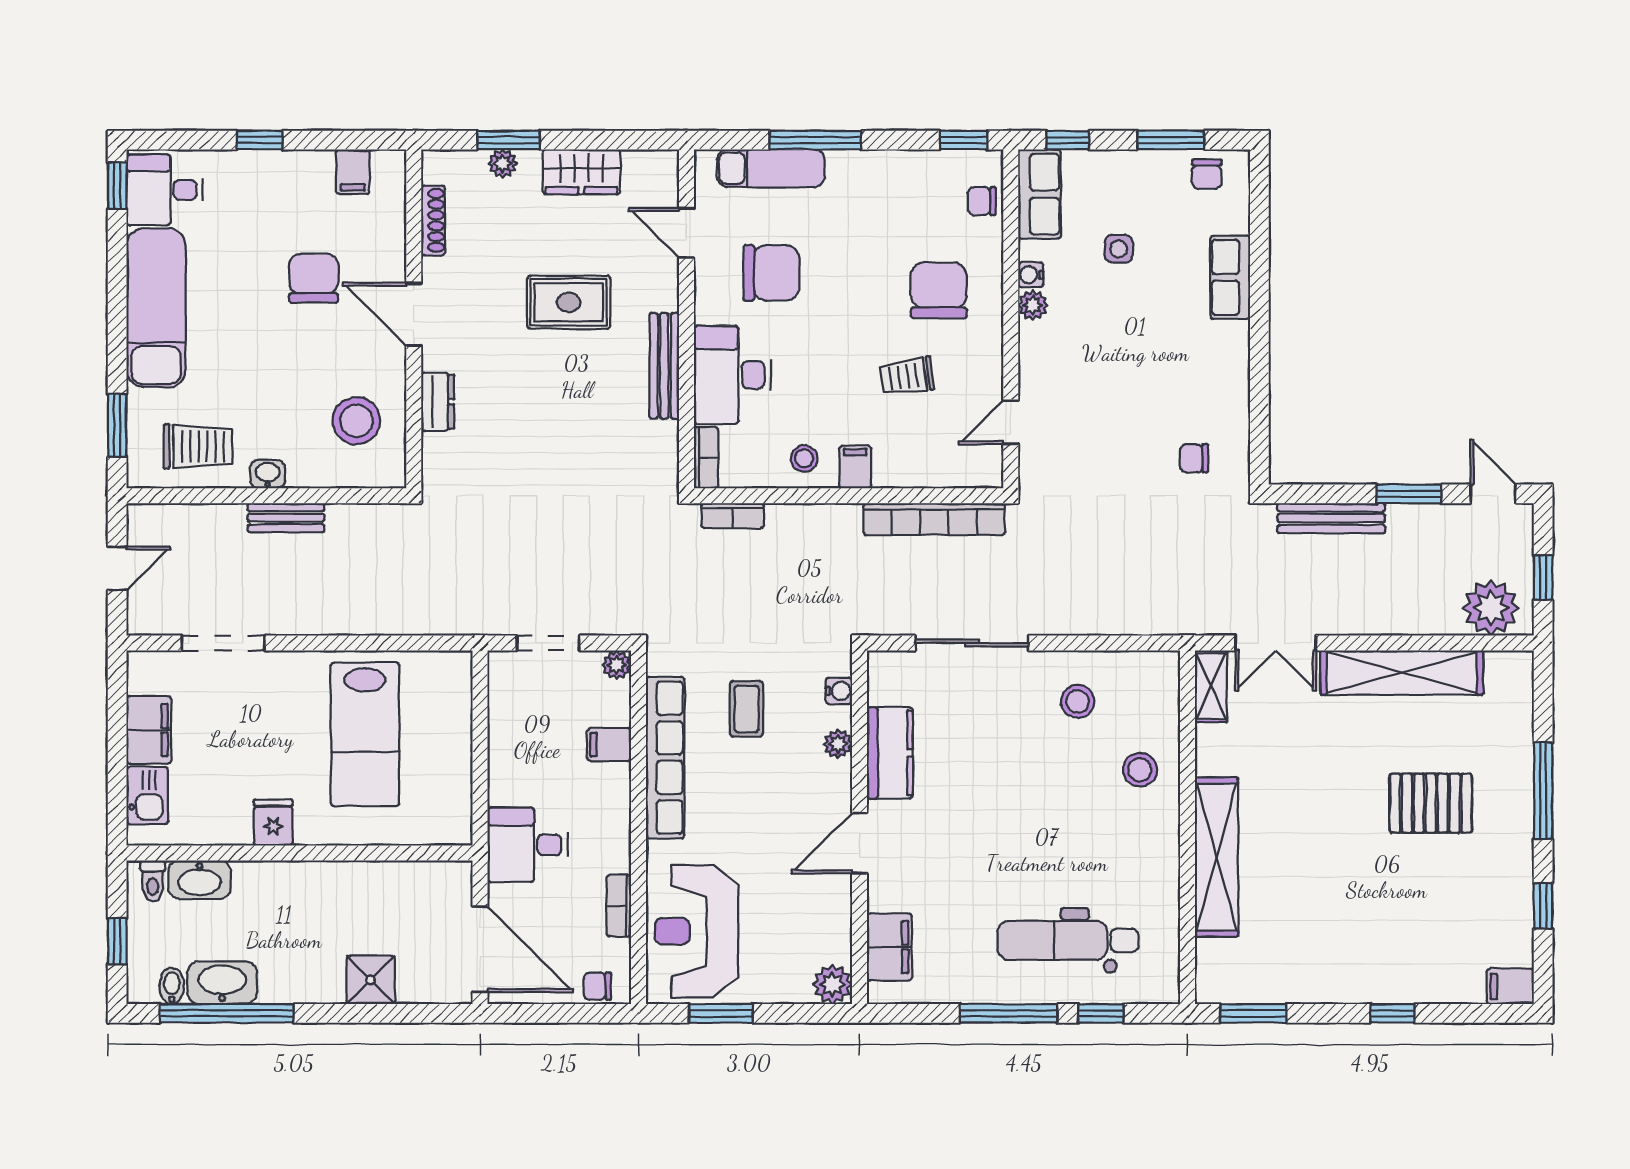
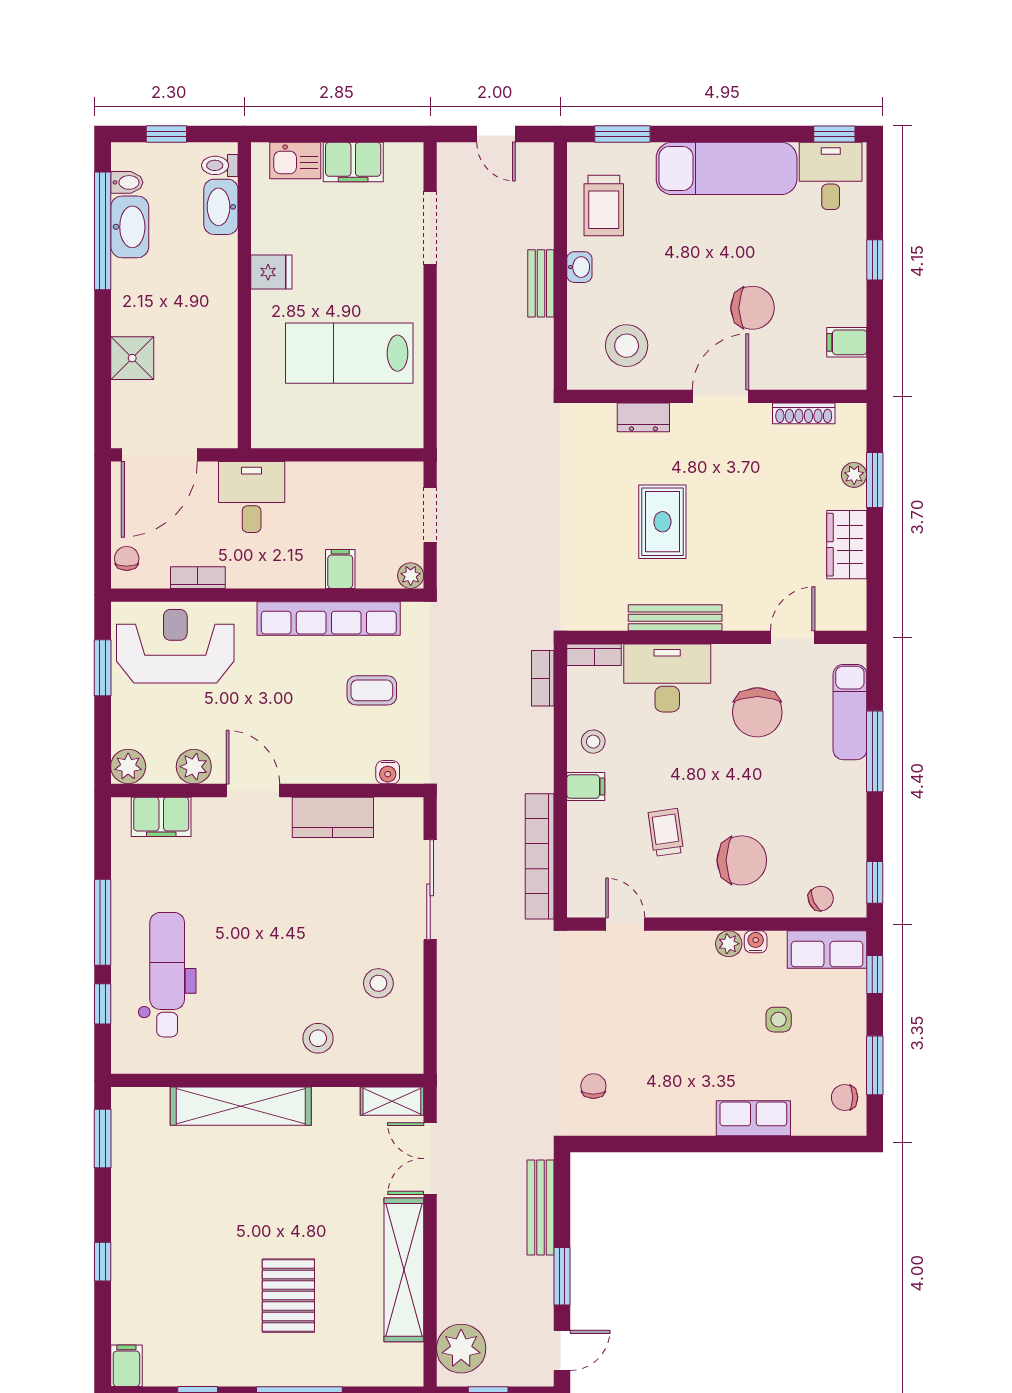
chair: (982, 201) -> (821, 898), turned 65
rug: (569, 302) -> (662, 522), moved
plant: (838, 744) -> (194, 767), moved, width x1.38, depth x1.38

